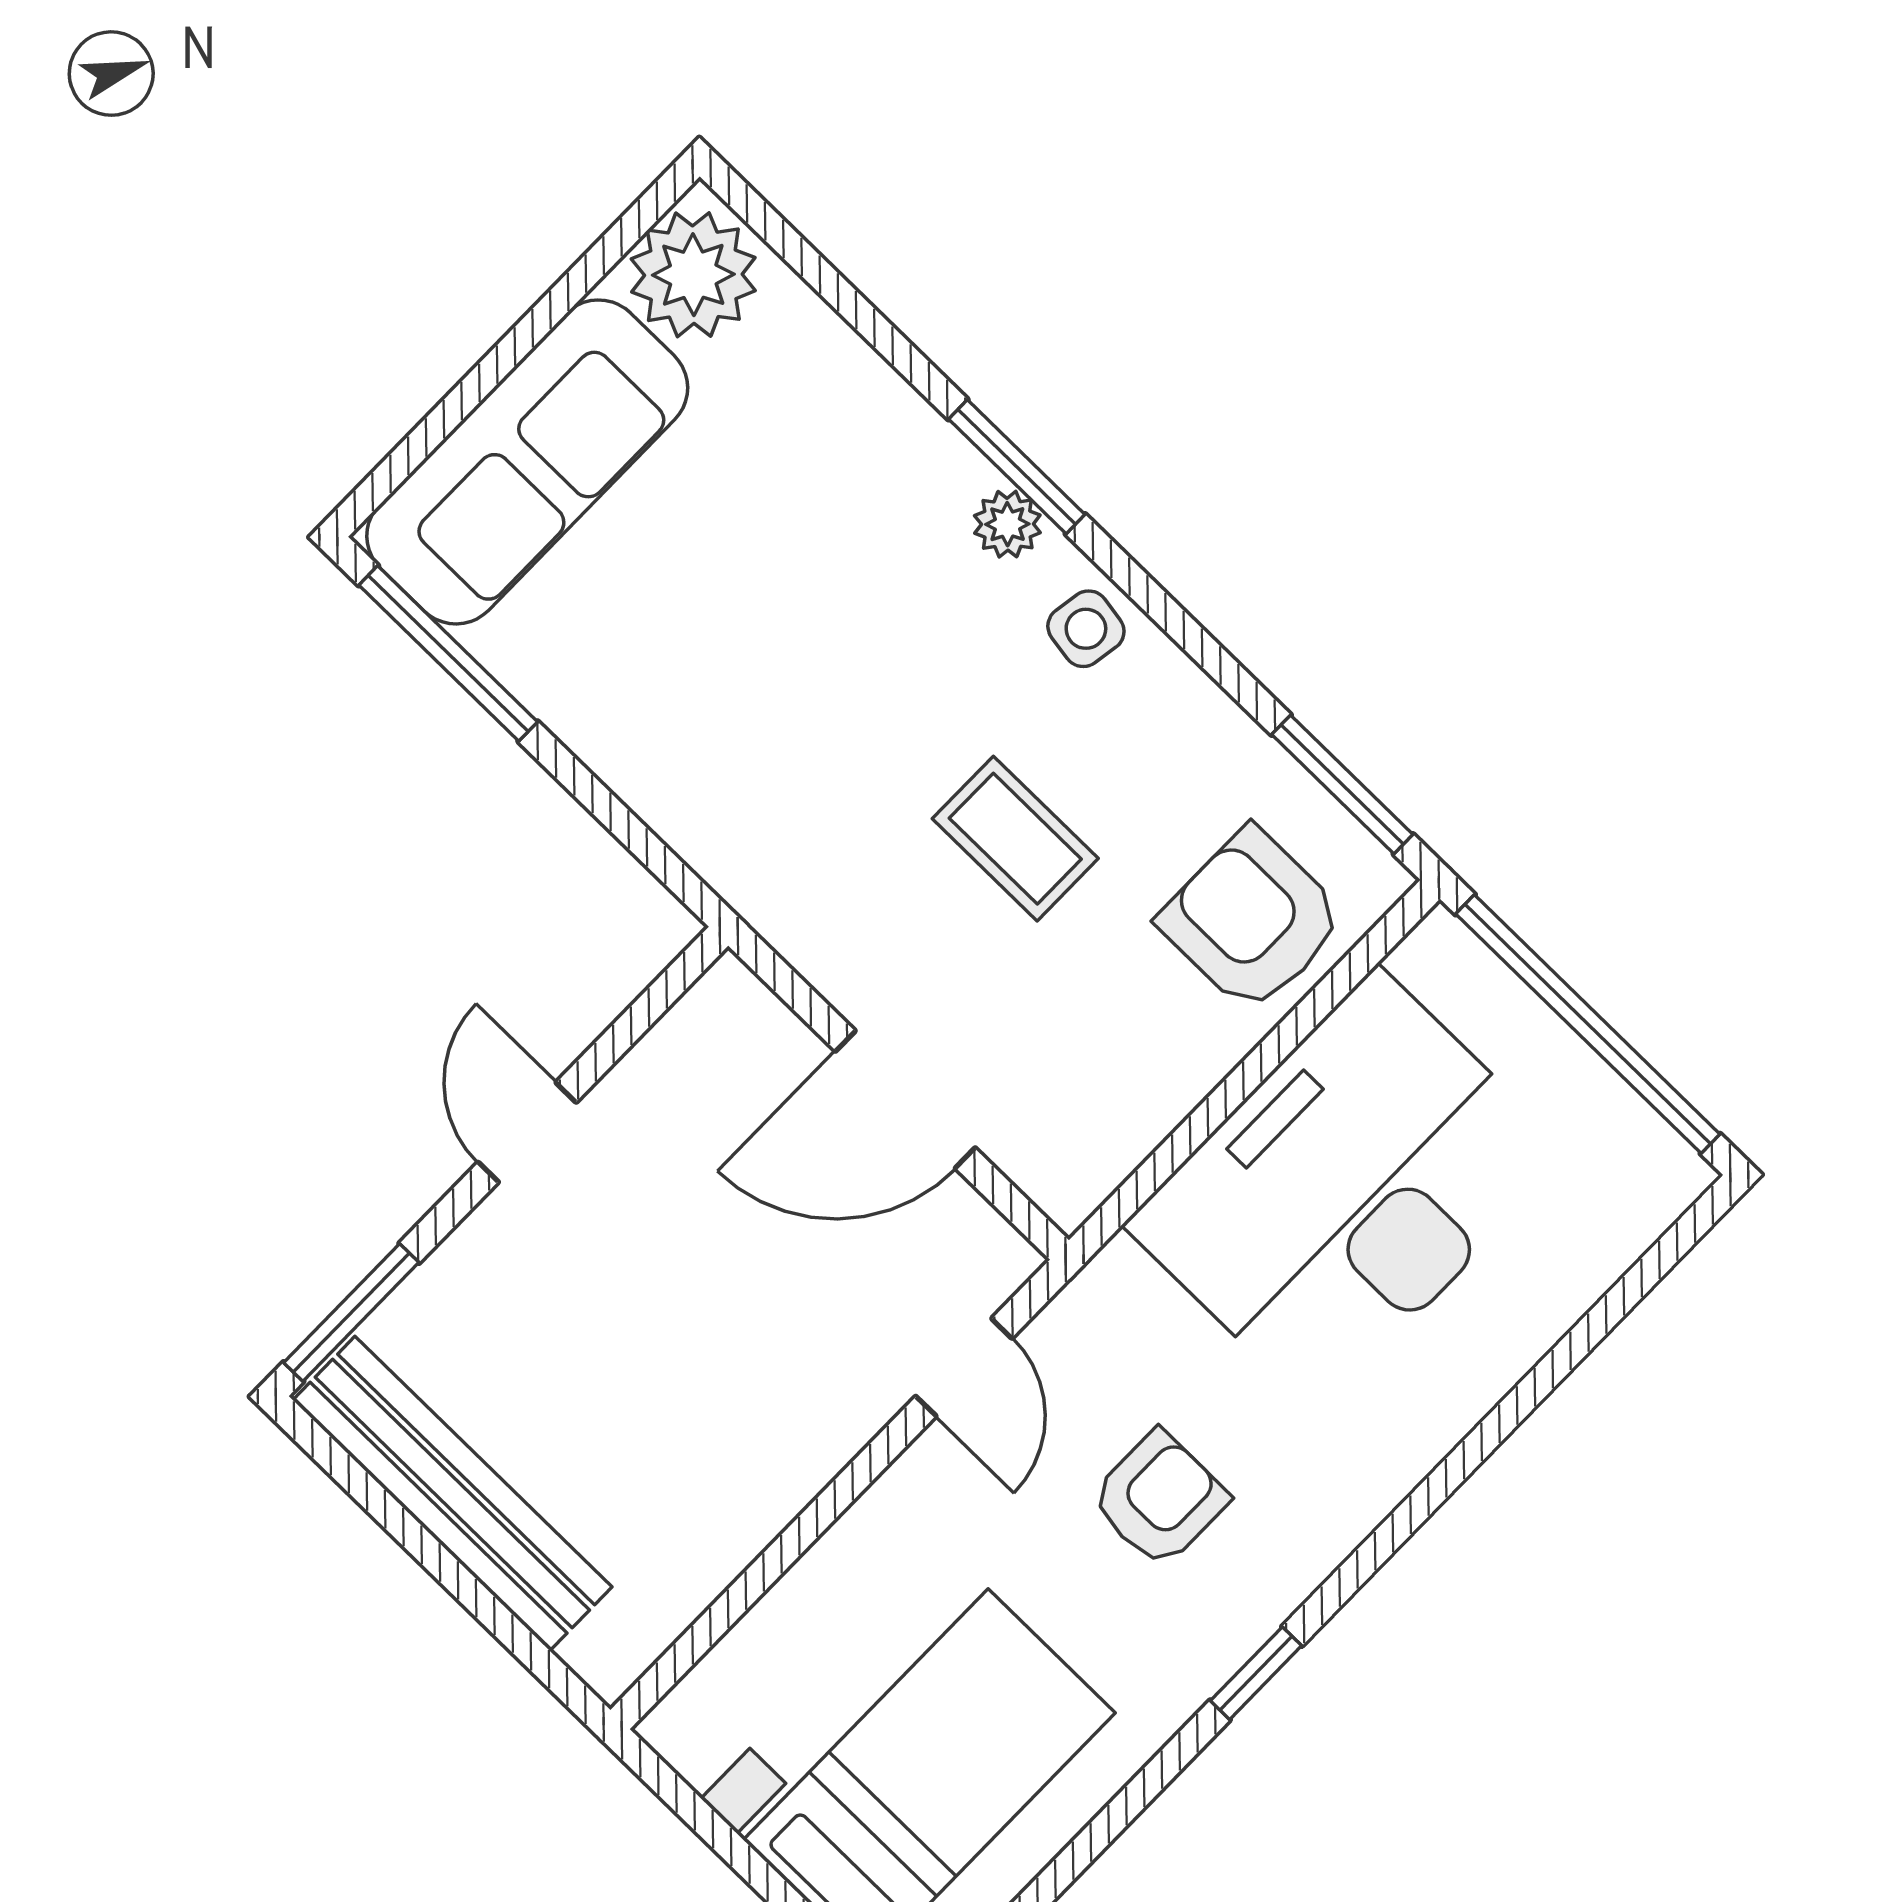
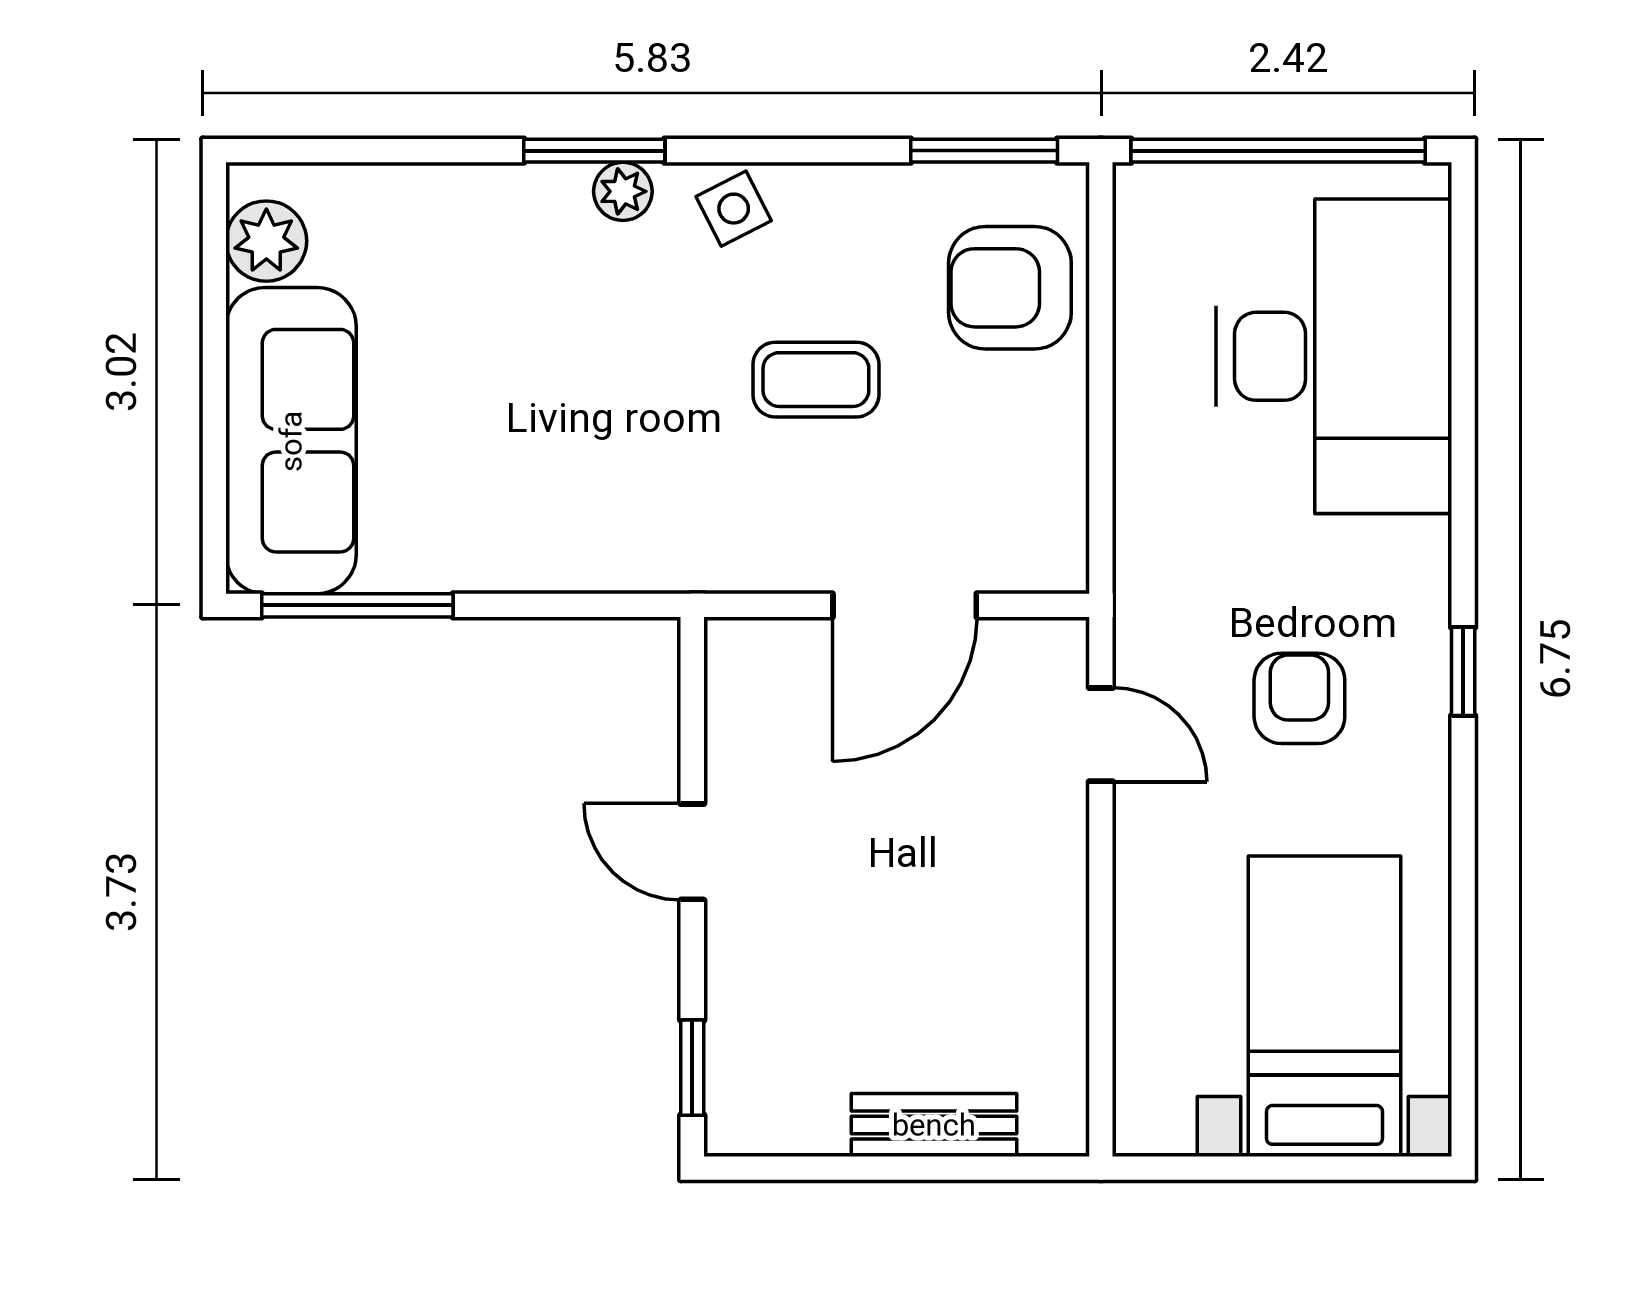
plant: (693, 275) -> (266, 241), width x0.73, depth x0.73
side table: (1086, 629) -> (734, 209), turned -36
desk: (1348, 1190) -> (1334, 356), moved, turned 180
window: (351, 1312) -> (692, 1068), width x0.67
bench: (452, 1494) -> (934, 1125), width x0.54, depth x0.82
window: (1256, 1673) -> (1463, 671), moved

